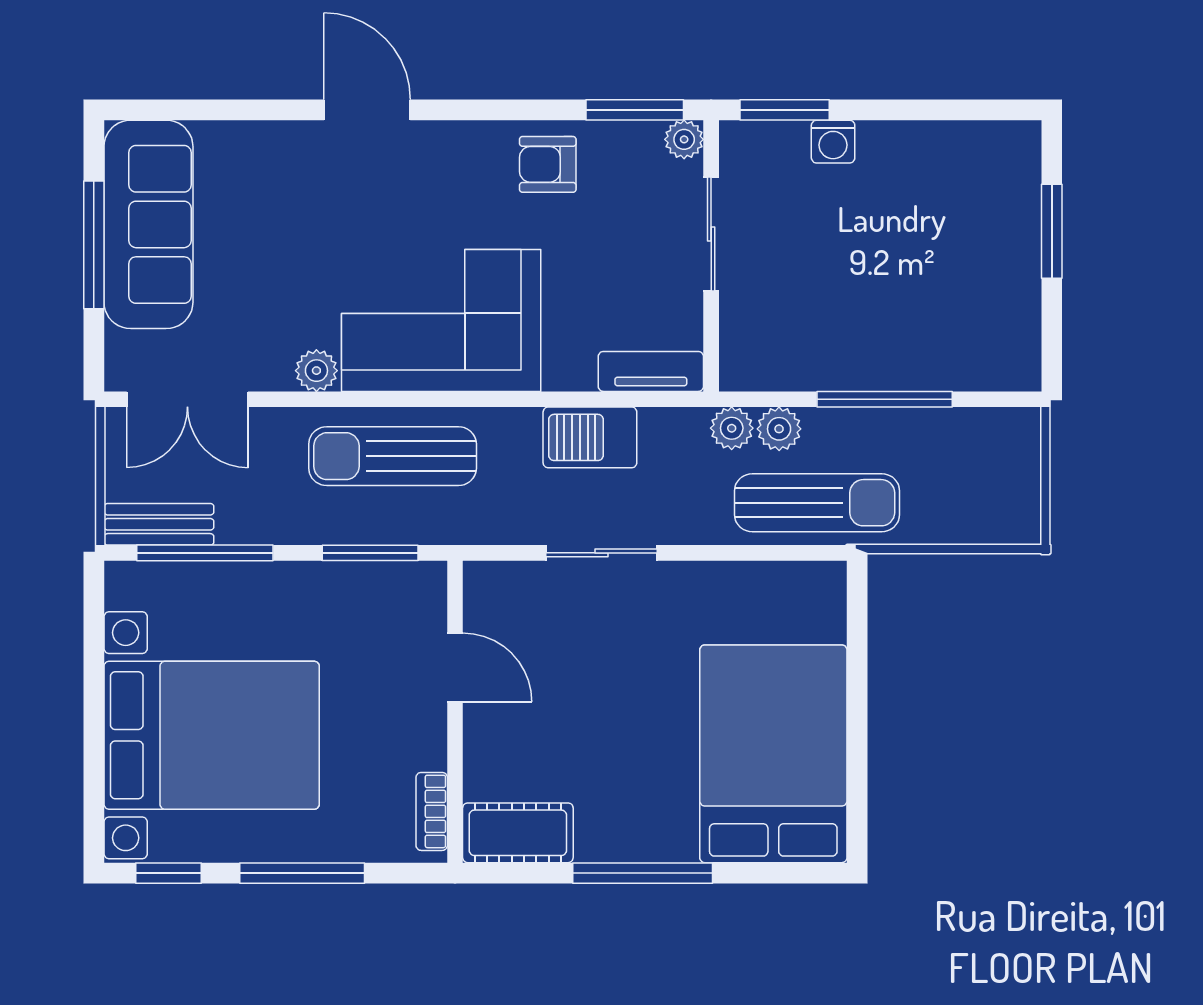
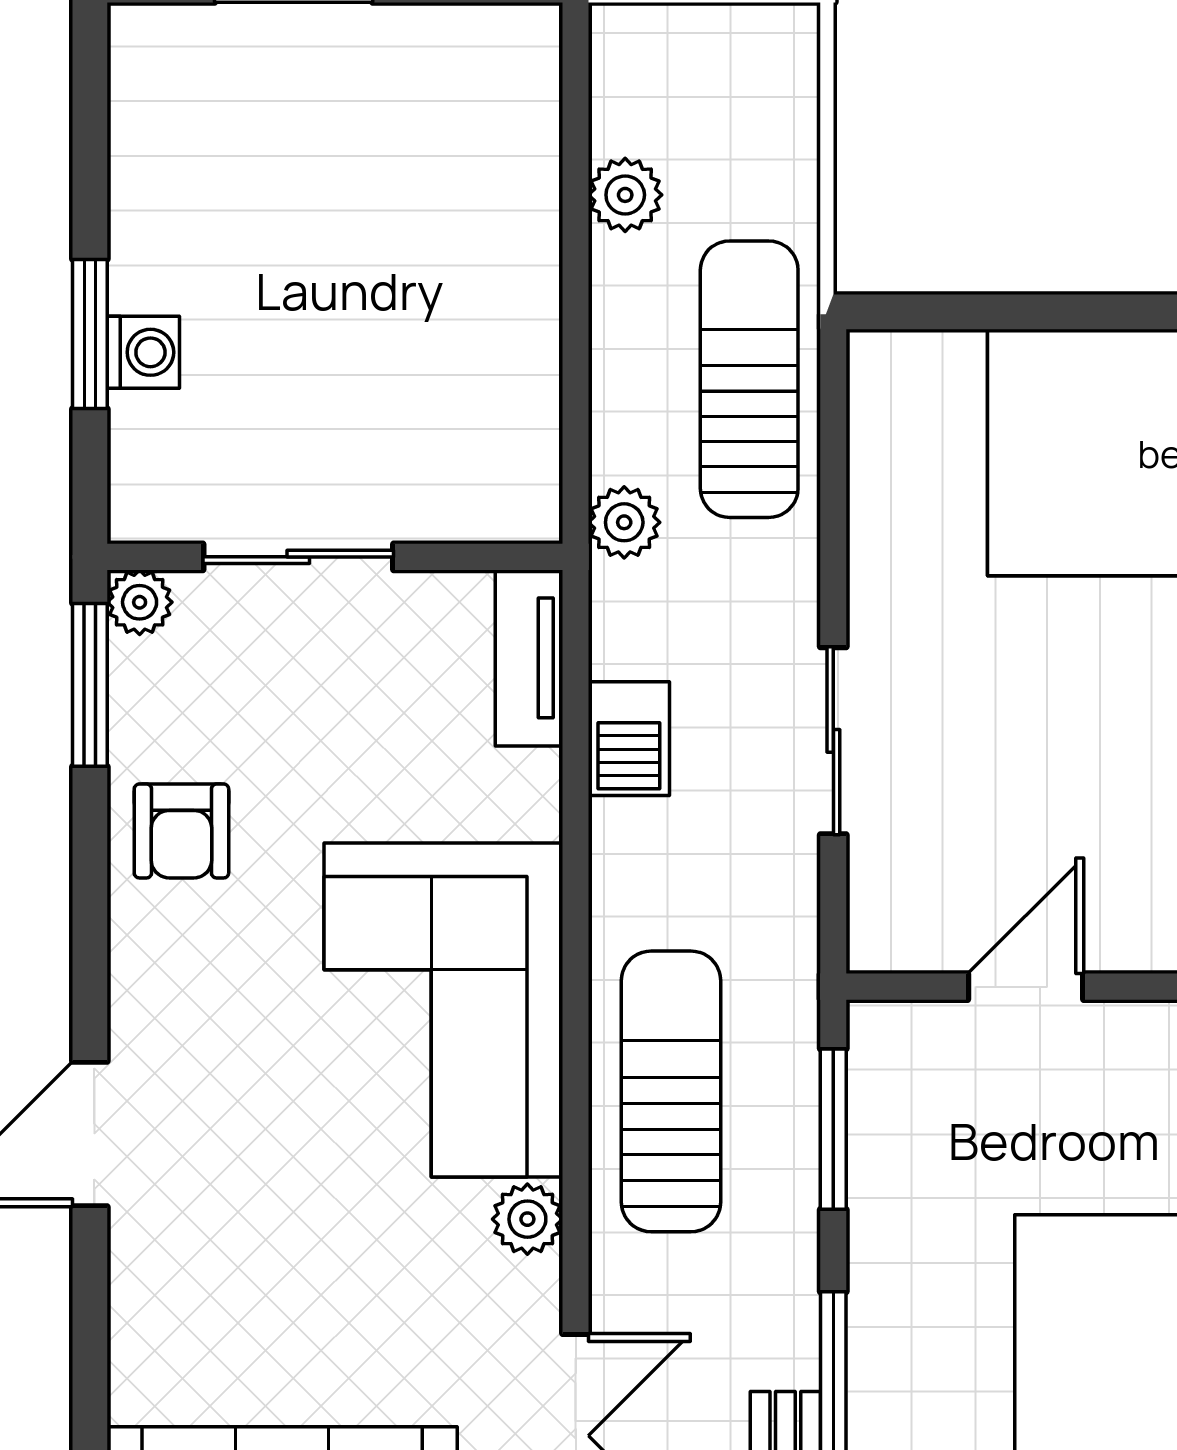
window: (785, 110) -> (90, 334), moved
window: (885, 399) -> (576, 266), removed
plant: (779, 429) -> (625, 195), moved
barbecue: (590, 437) -> (629, 739), width x0.73, depth x0.79
sun lounger: (393, 456) -> (671, 1091), turned 180

